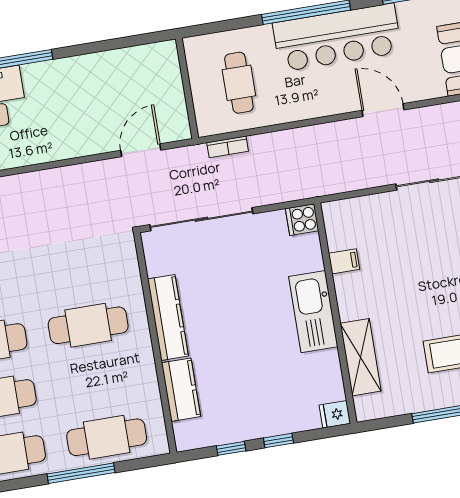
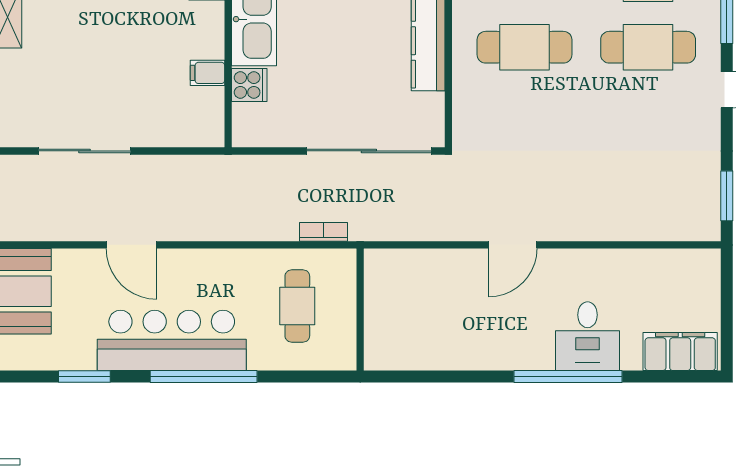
door: (141, 150) -> (513, 245), moved
cooker: (302, 220) -> (249, 85), moved

